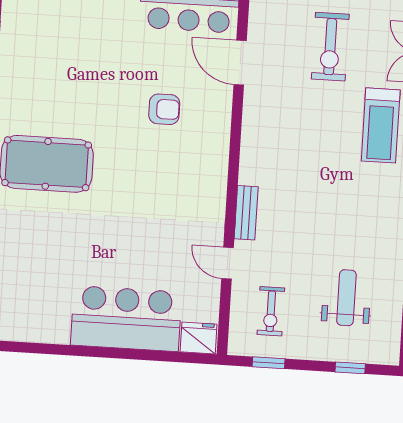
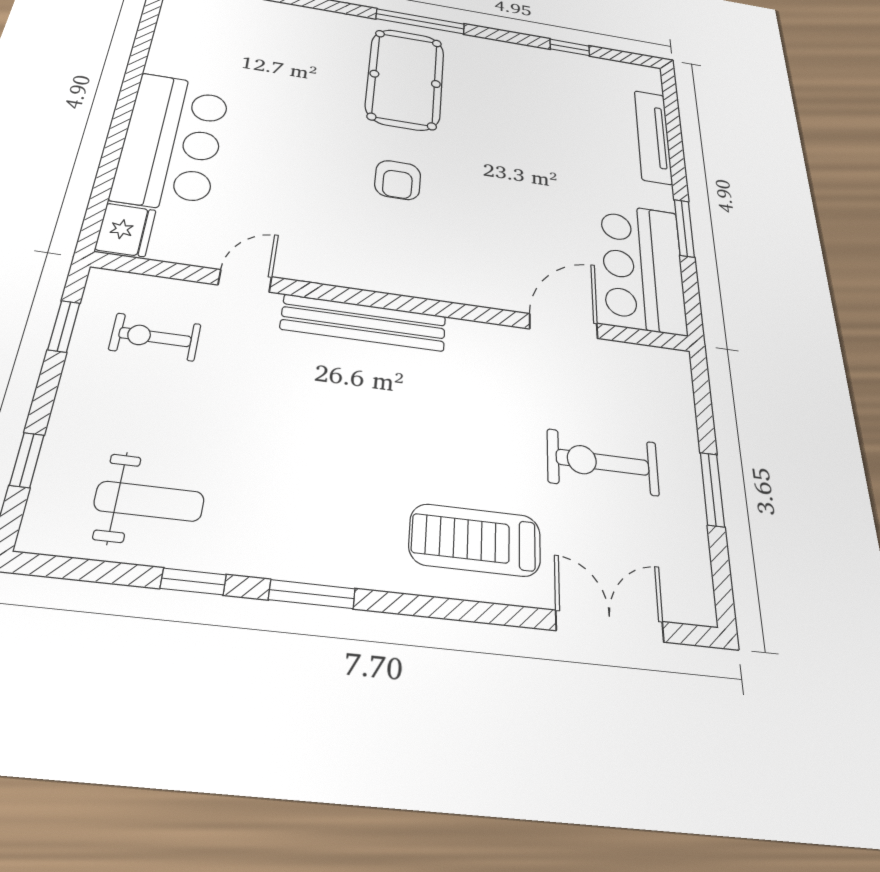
armchair: (164, 109) -> (398, 180), moved
bench: (246, 213) -> (364, 323), width x1.86, depth x1.21
weight bench: (346, 298) -> (149, 501), moved

